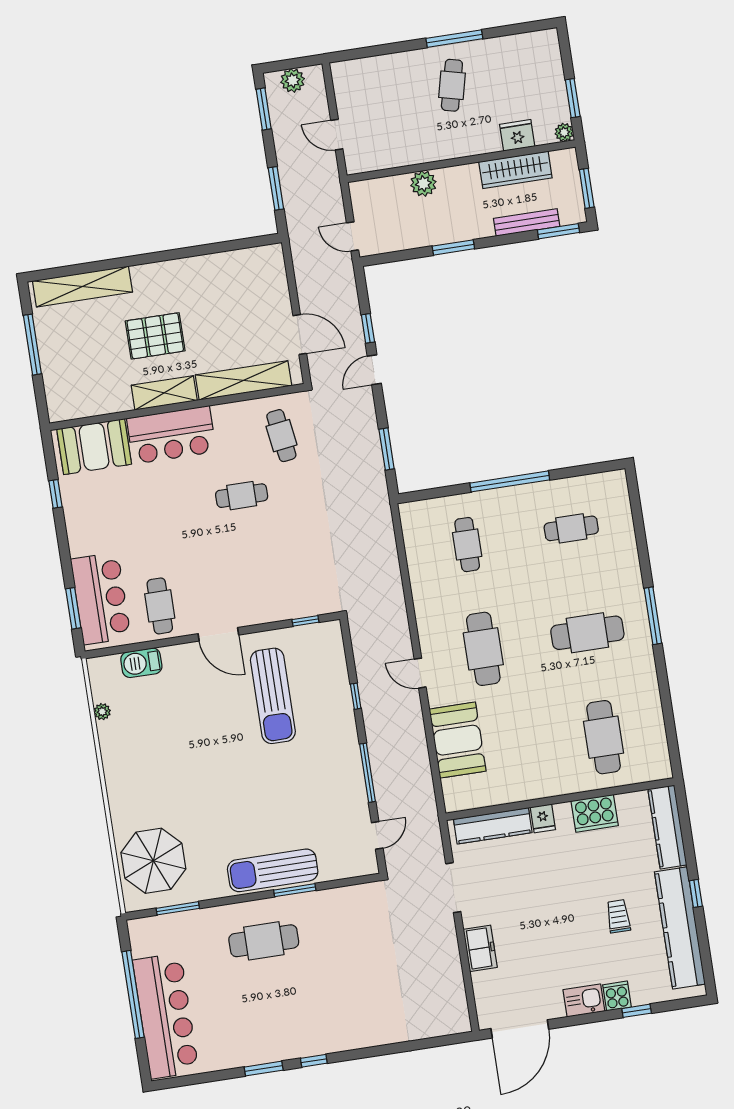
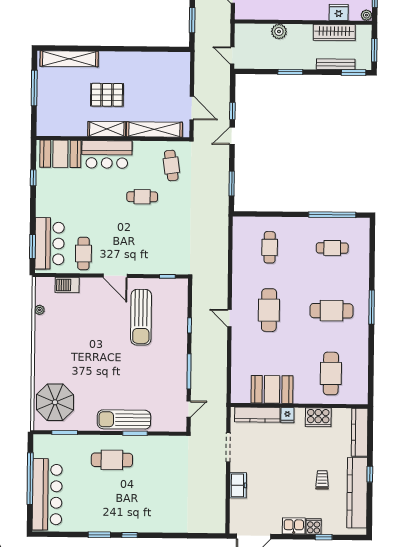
window: (510, 481) -> (332, 215), moved
booth: (458, 740) -> (272, 389), moved, turned 90

